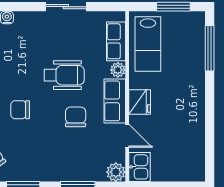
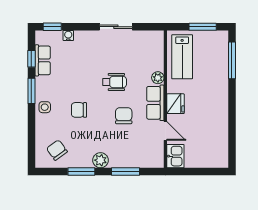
row of seats: (116, 41) -> (156, 55), removed
wheelchair: (64, 75) -> (115, 82), width x0.73, depth x0.73
plant: (116, 172) -> (101, 160), moved

